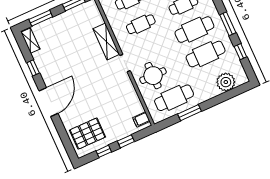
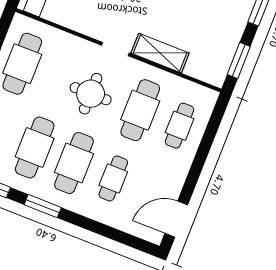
cafe table: (141, 24) -> (140, 110), width x1.37, depth x1.35
round table: (153, 76) -> (91, 94), moved

